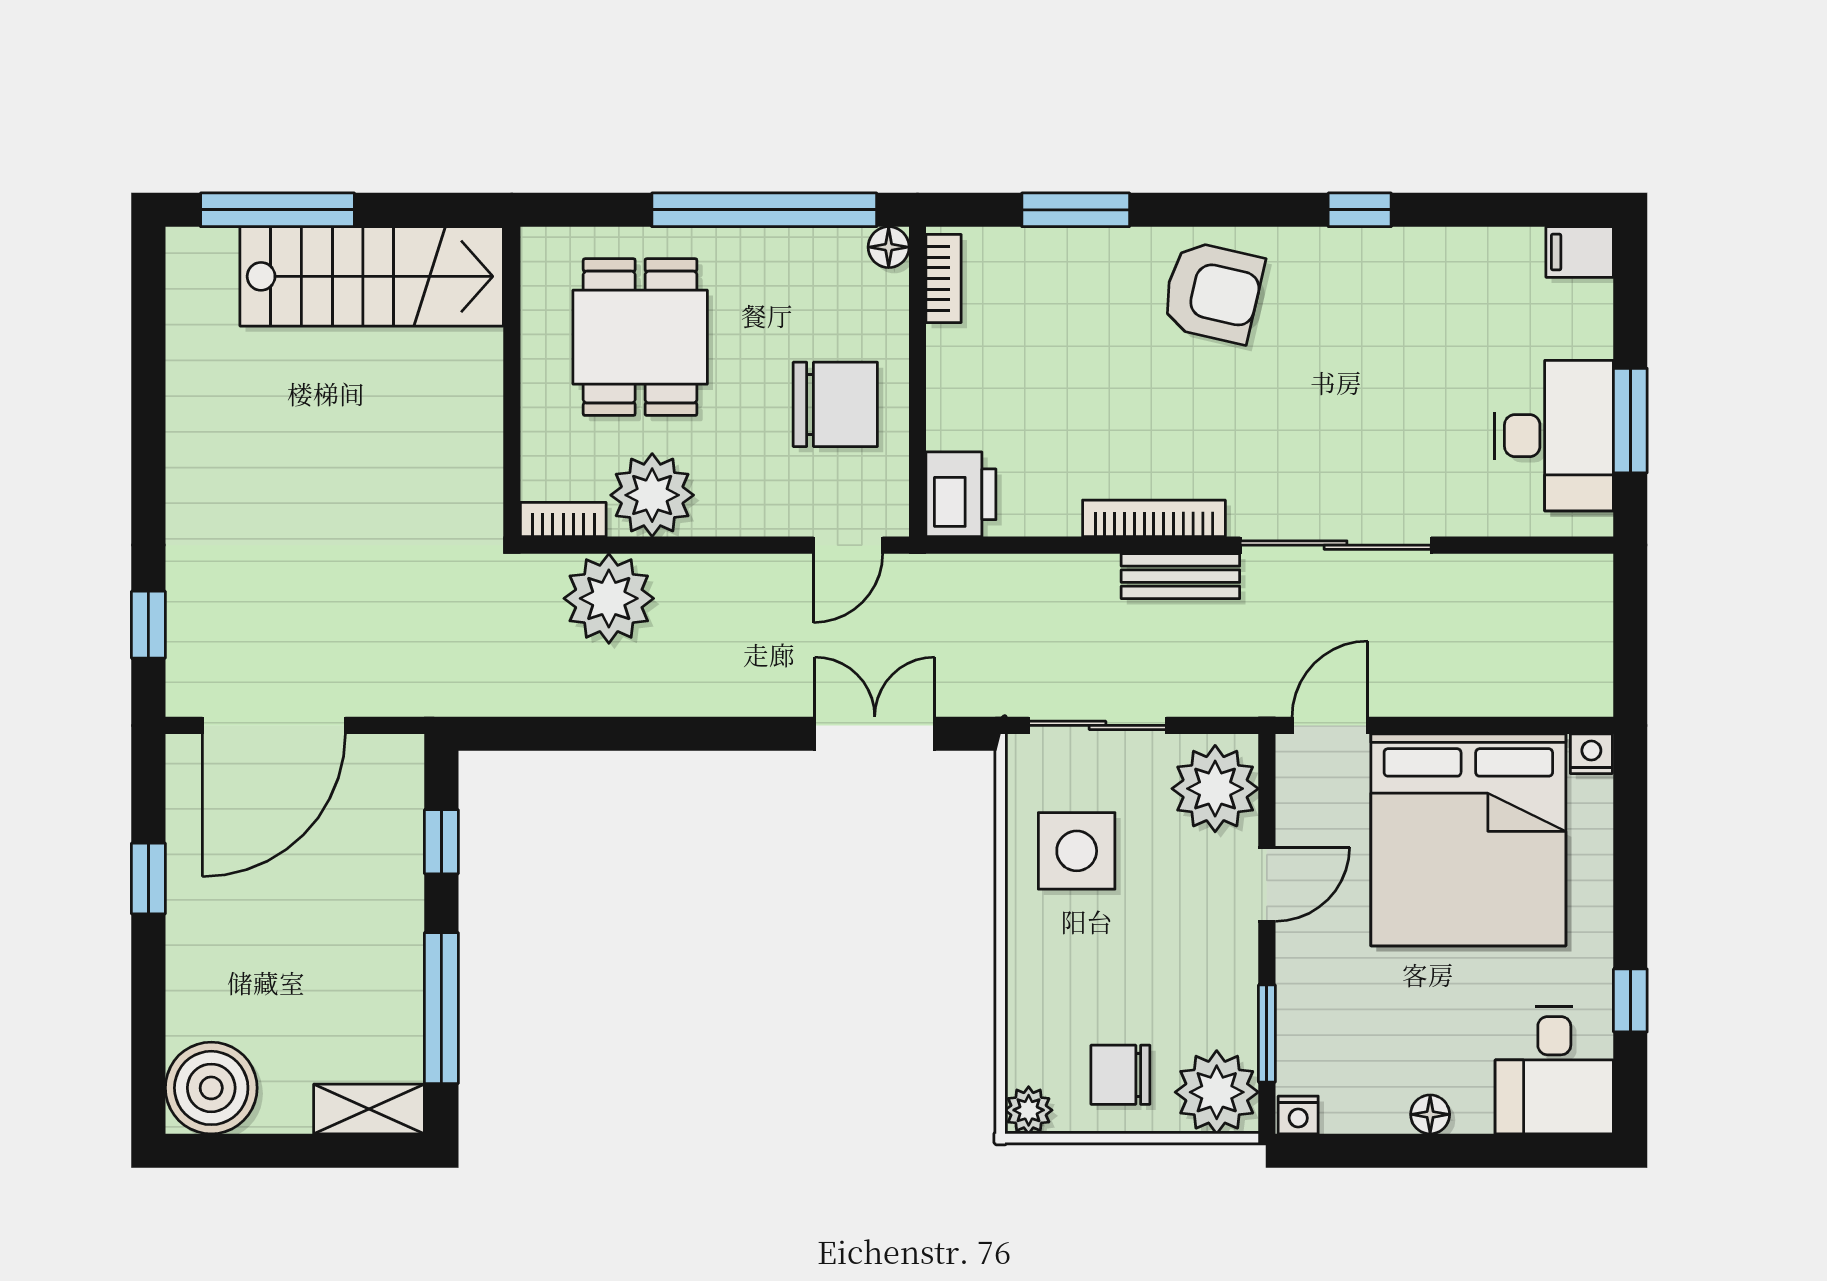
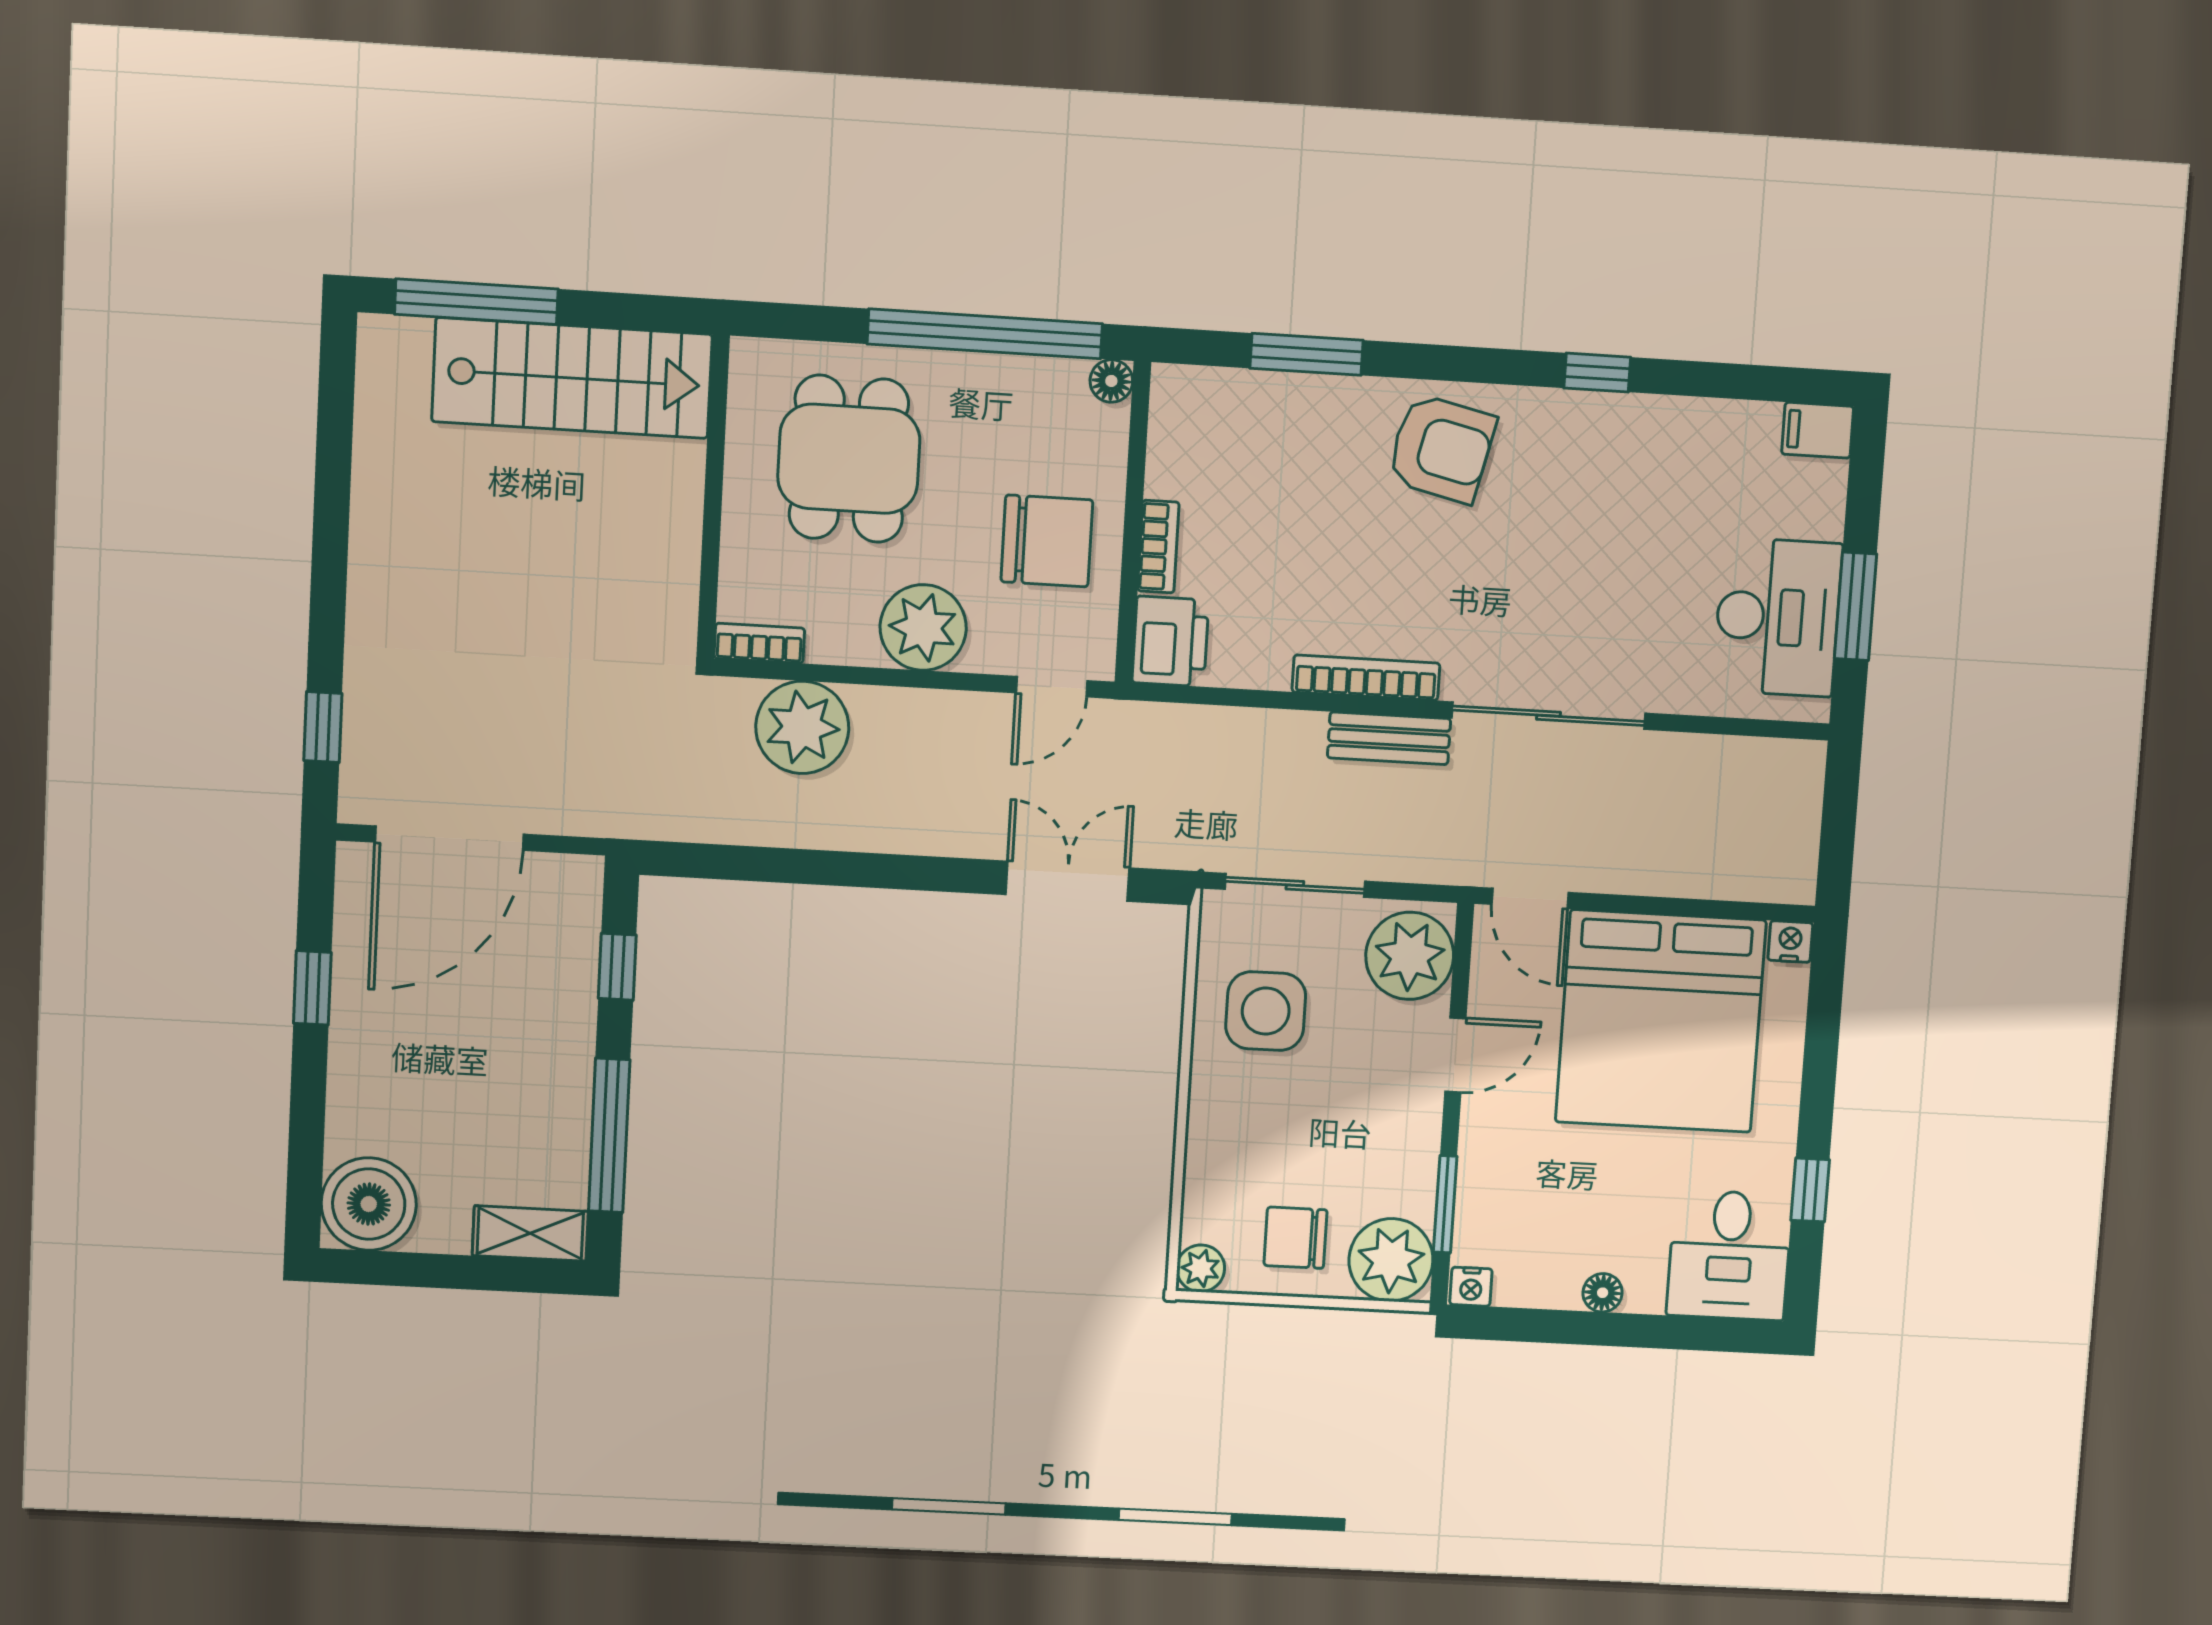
bookcase: (944, 278) -> (1158, 547), moved
plant: (652, 495) -> (923, 627), moved
door: (1330, 725) -> (1530, 898), swing flipped

